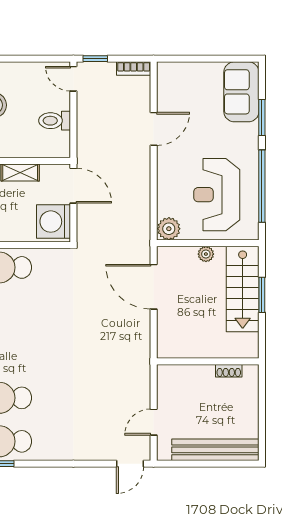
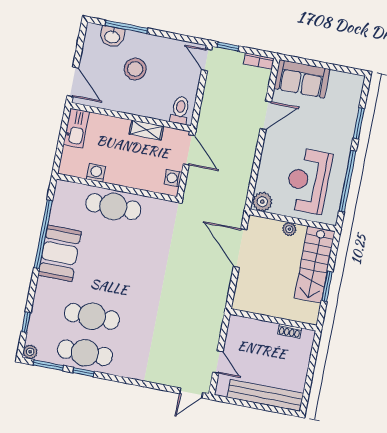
sofa: (241, 92) -> (302, 79), moved, turned -90
toilet: (55, 121) -> (180, 110), moved, turned 90
washing machine: (54, 222) -> (173, 178), width x0.53, depth x0.53
window: (262, 295) -> (327, 286), moved
door: (154, 422) -> (218, 362), swing flipped

